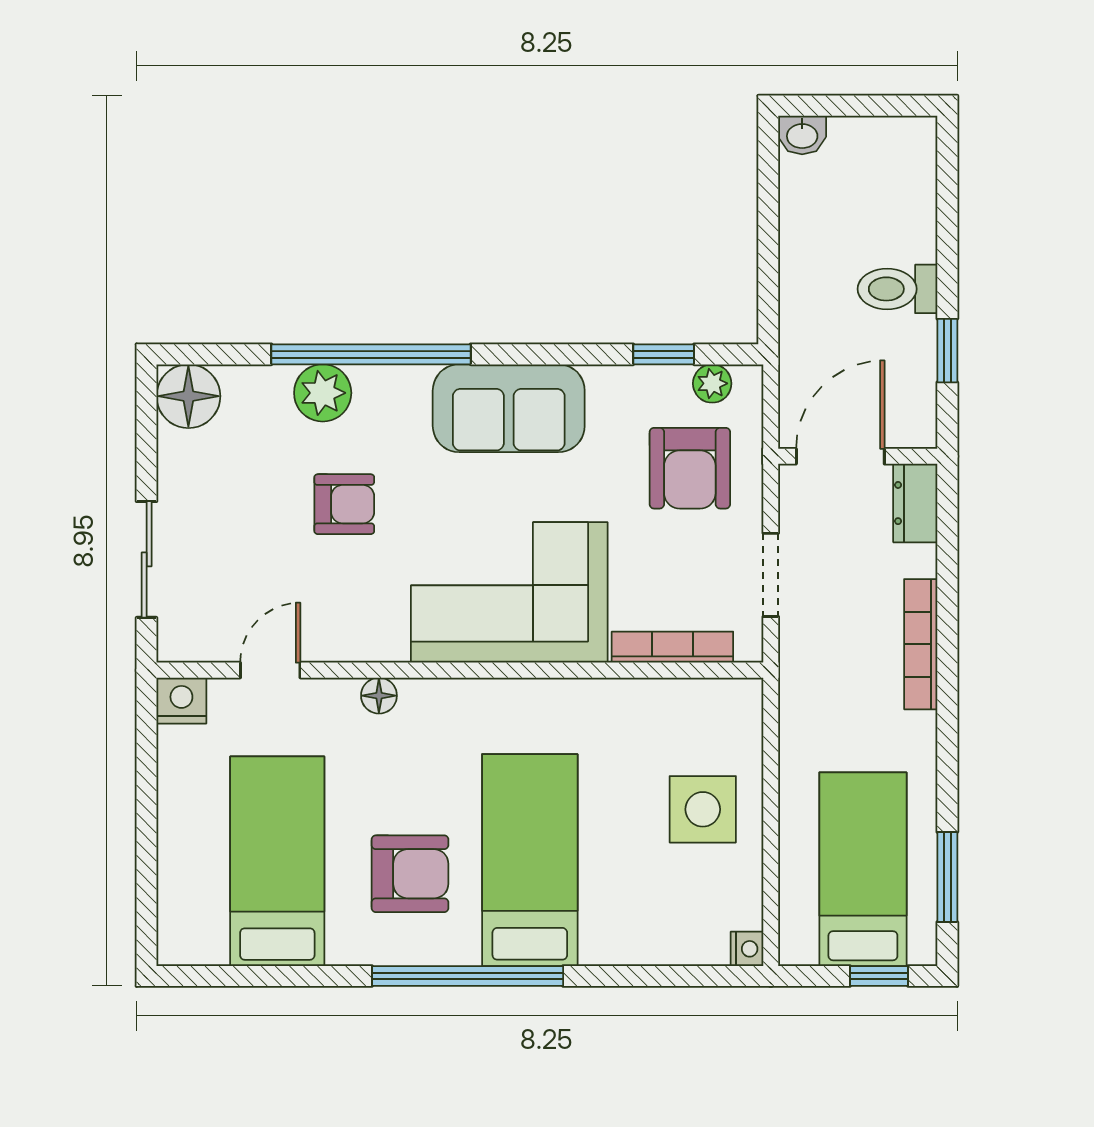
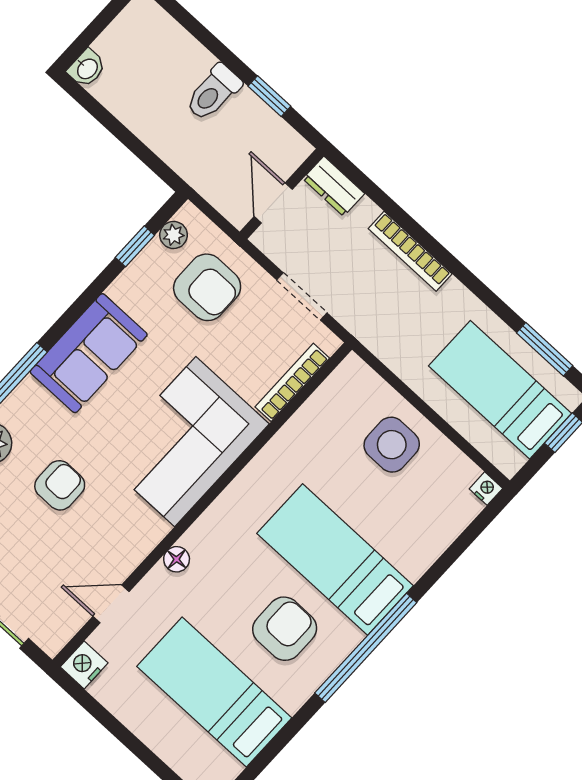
door: (840, 456) -> (273, 203), width x0.73
door: (270, 670) -> (111, 604), hinge flipped

